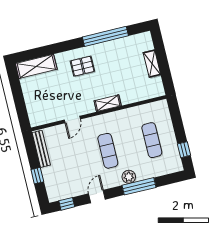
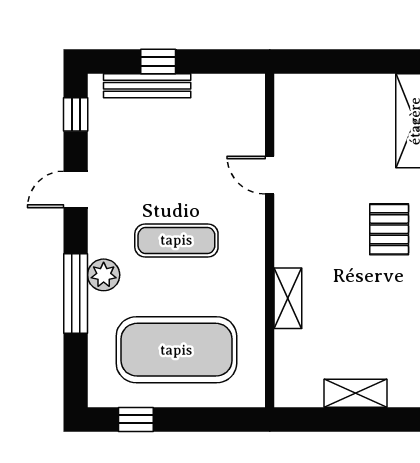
shelving: (108, 103) -> (288, 298), moved
exercise mat: (152, 140) -> (176, 350), width x2.00, depth x1.45
bench: (41, 149) -> (147, 86), moved
door: (97, 196) -> (76, 189), swing flipped

